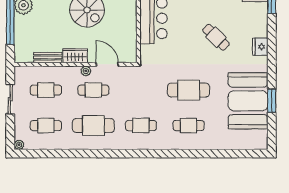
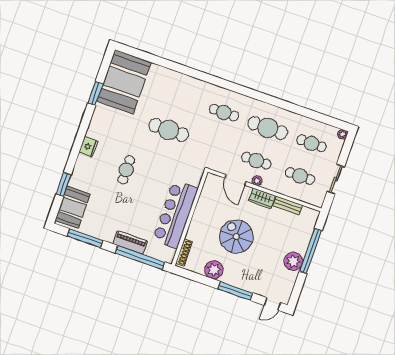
cafe table: (216, 37) -> (126, 170), turned 46
booth: (248, 101) -> (124, 82), moved
cafe table: (189, 126) -> (180, 97), removed

